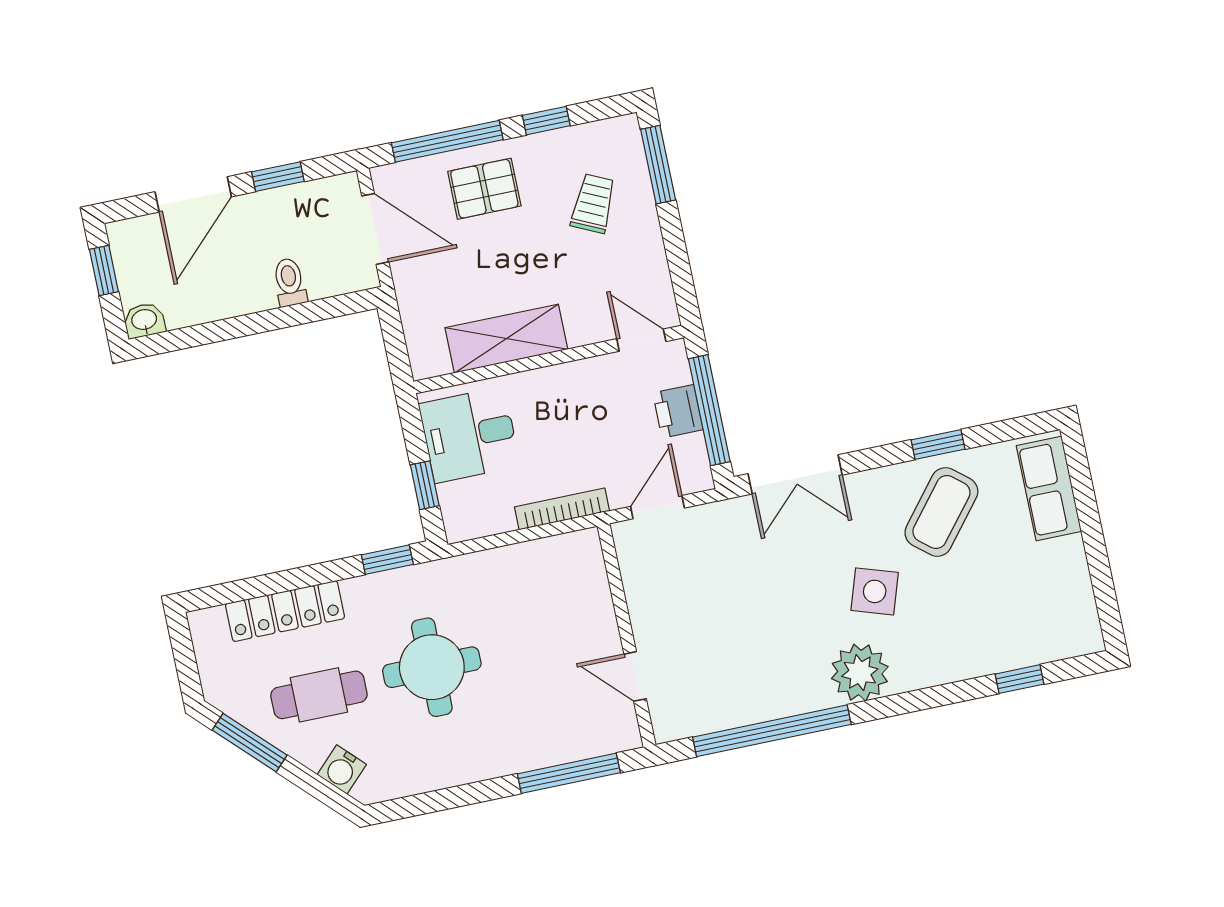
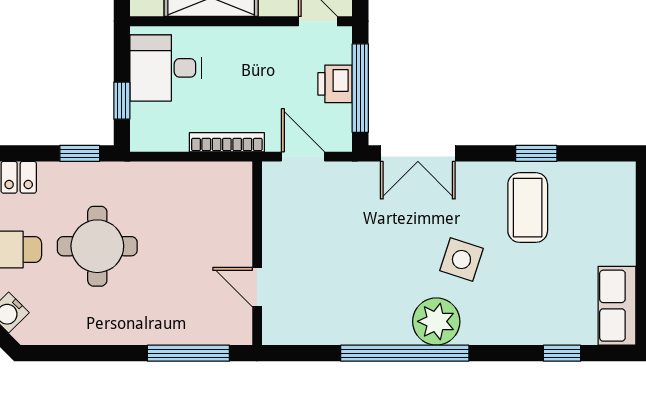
row of seats: (1049, 489) -> (617, 306), moved
door: (657, 507) -> (303, 157), hinge flipped
coffee table: (941, 512) -> (528, 208), turned -39
window: (772, 731) -> (405, 353), moved

